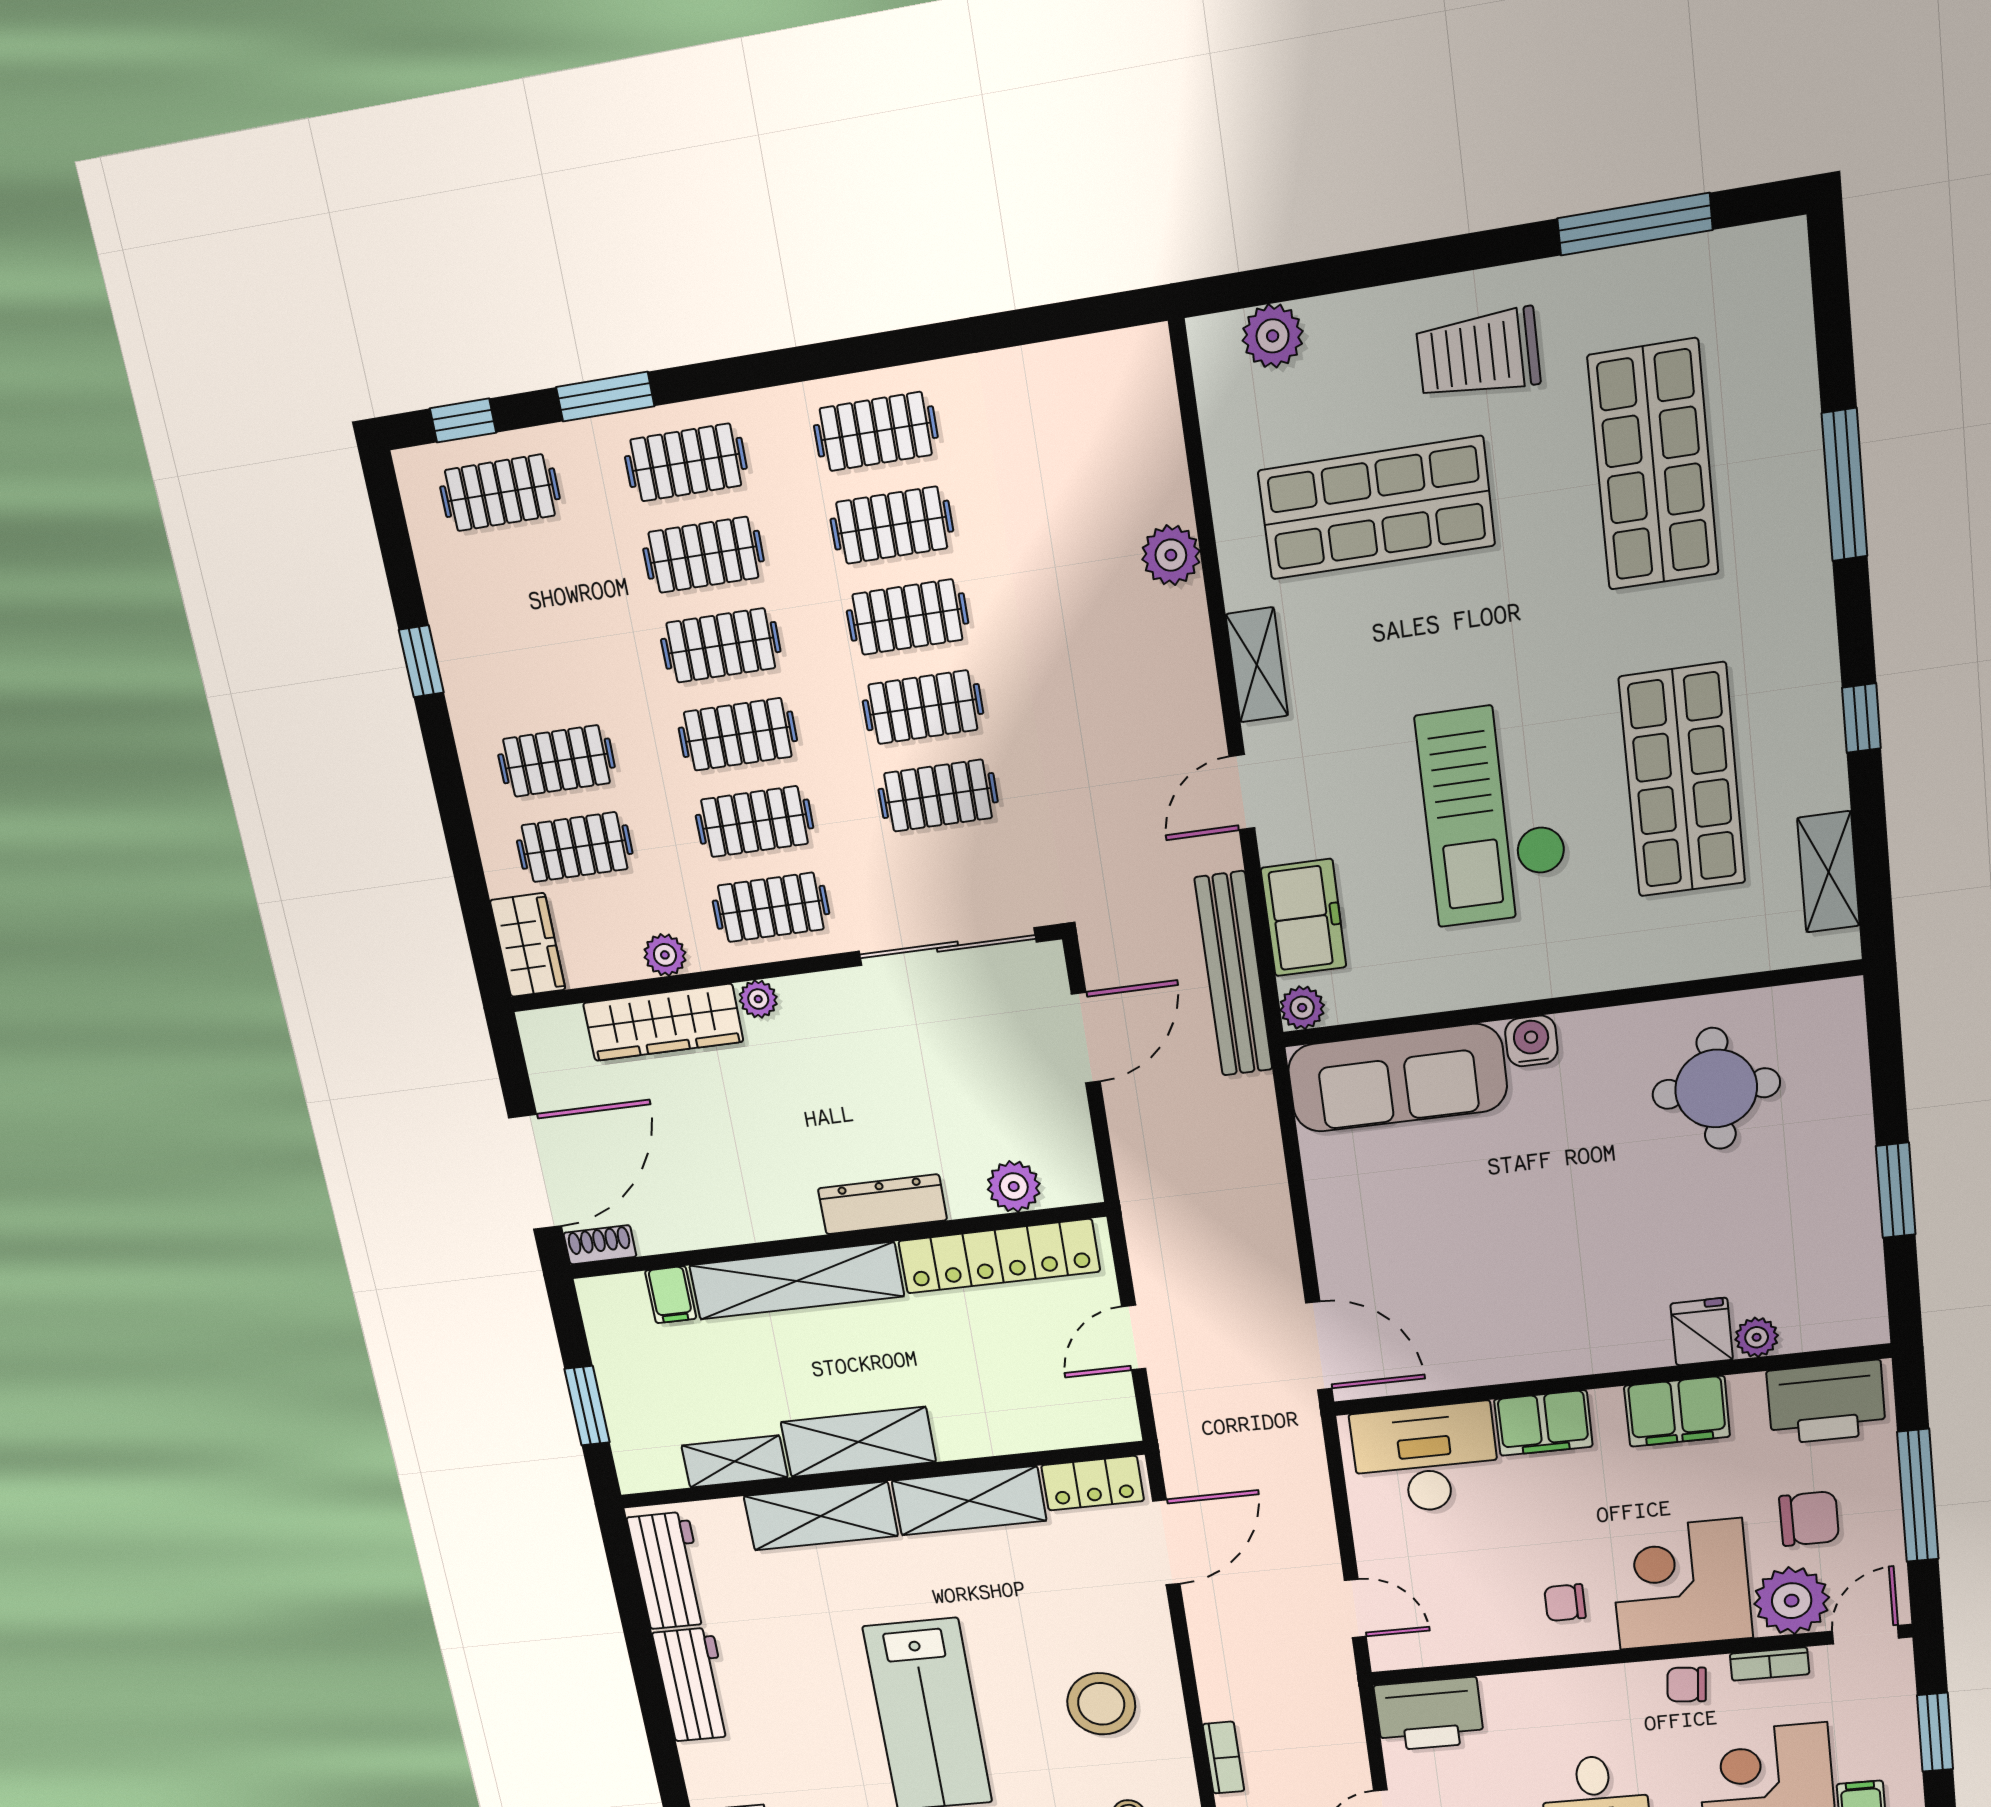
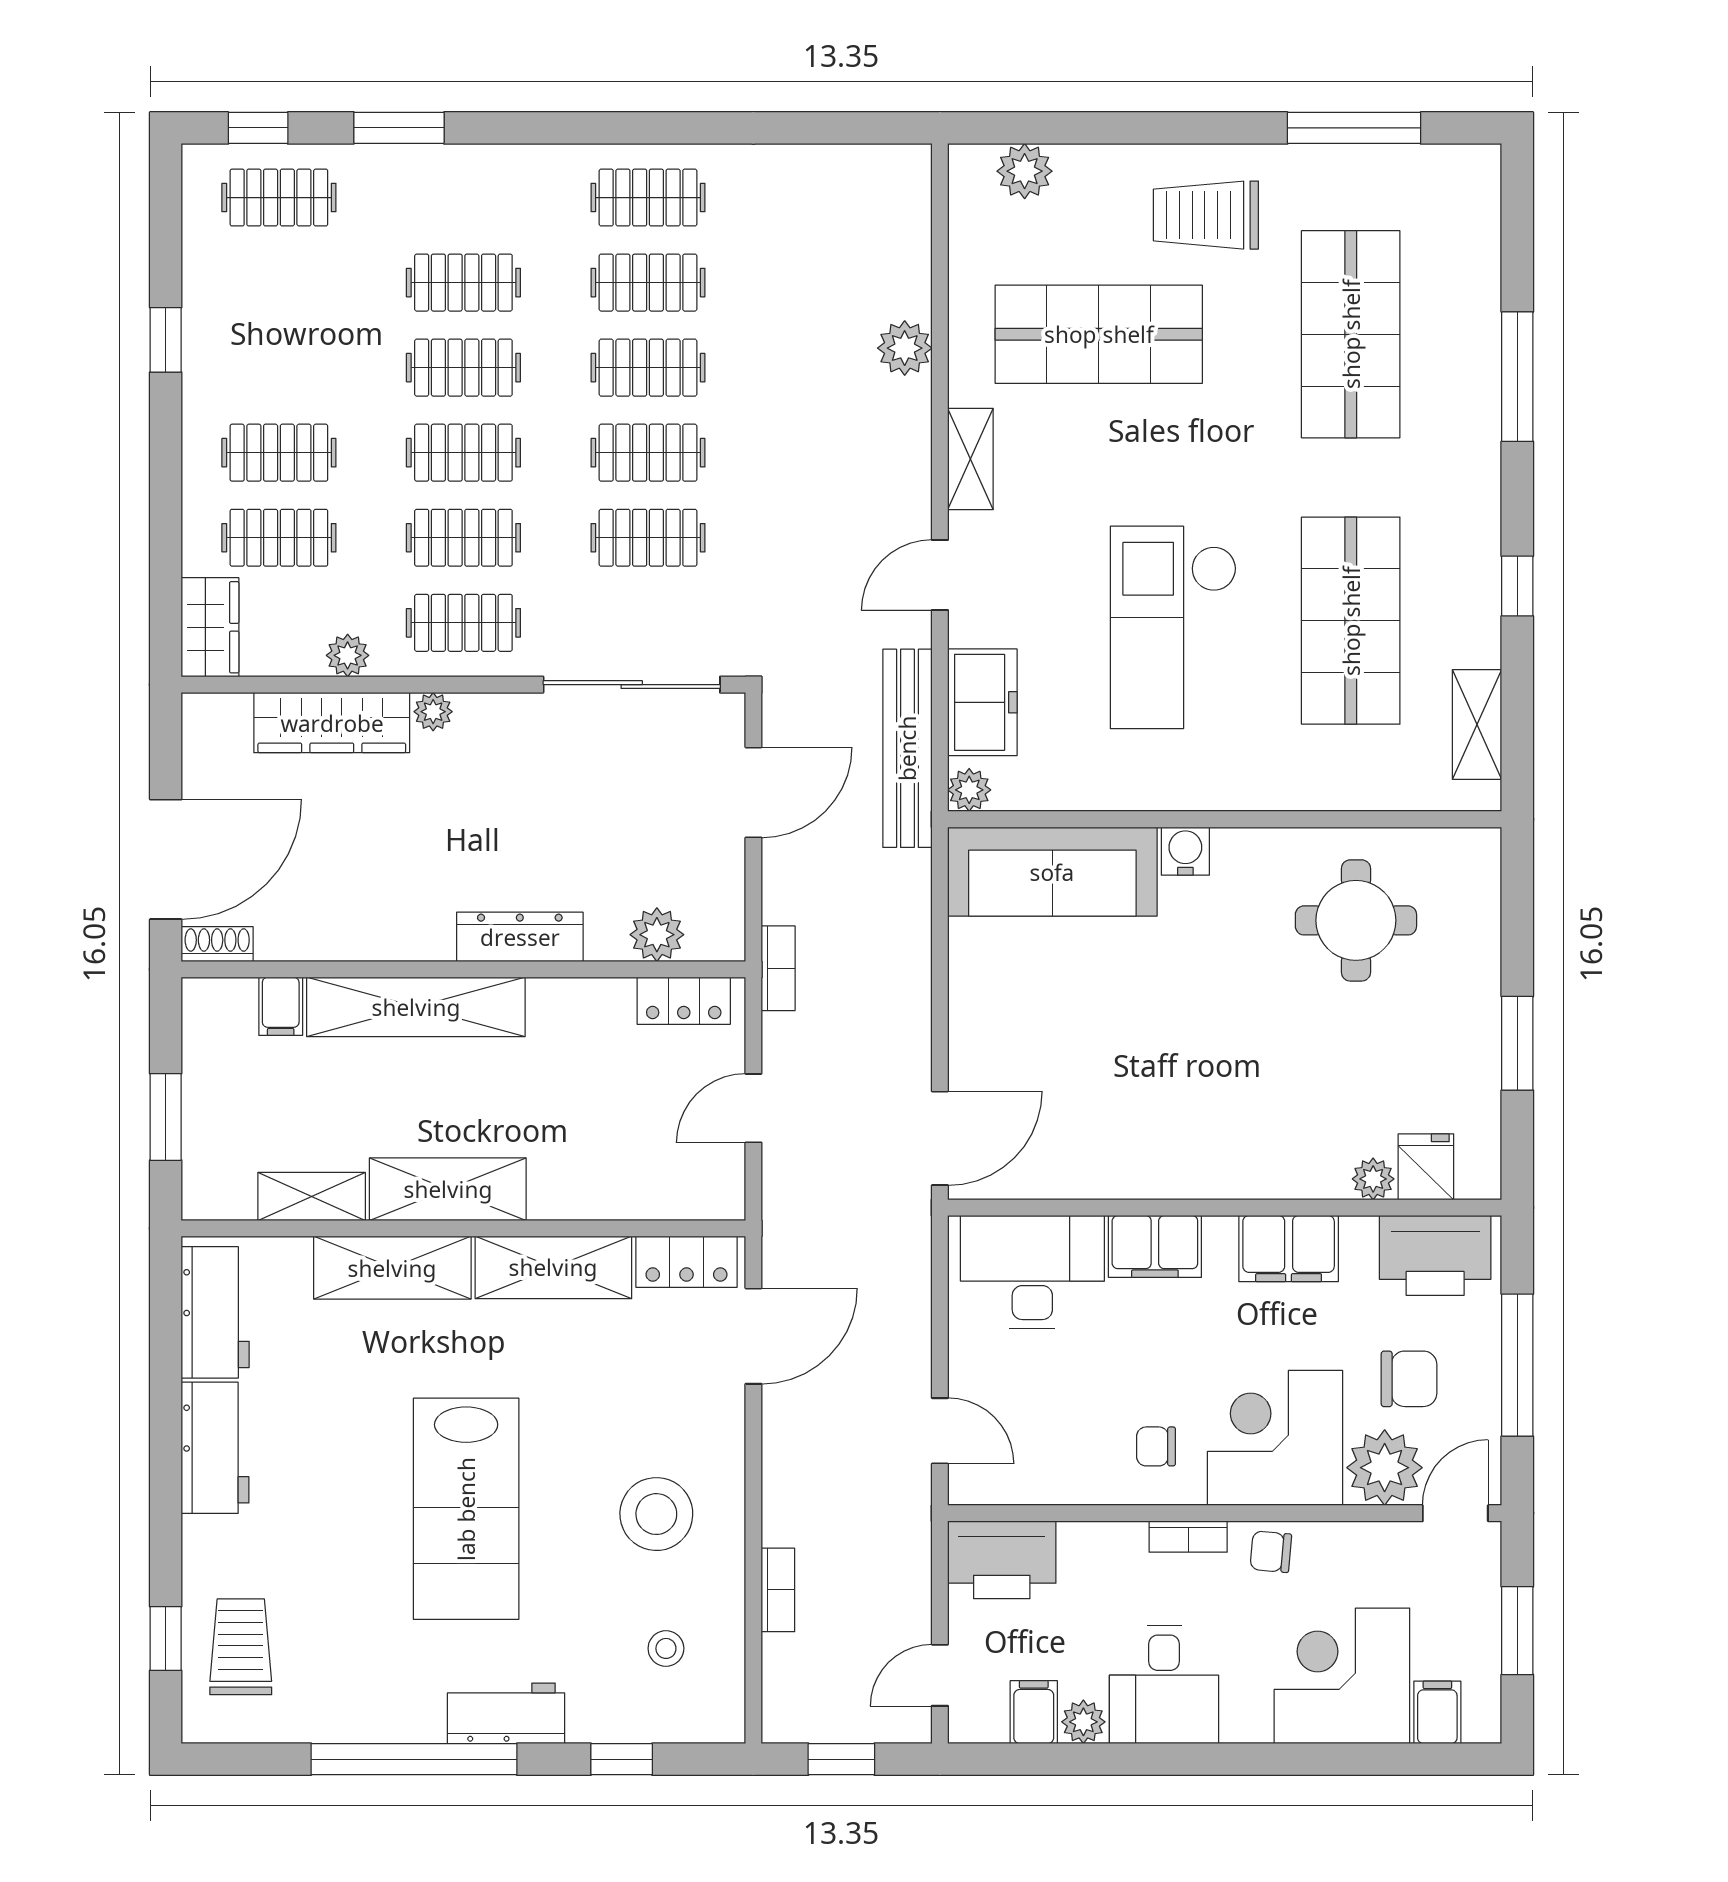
clothes rail: (686, 462) -> (463, 198), removed
bookcase: (1137, 1204) -> (778, 968), added
locker: (999, 1256) -> (684, 1001), width x0.46, depth x0.83
fridge: (1702, 1332) -> (1426, 1167), moved
door: (1319, 1346) -> (940, 1138), hinge flipped
bookcase: (1770, 1664) -> (1188, 1537), moved

